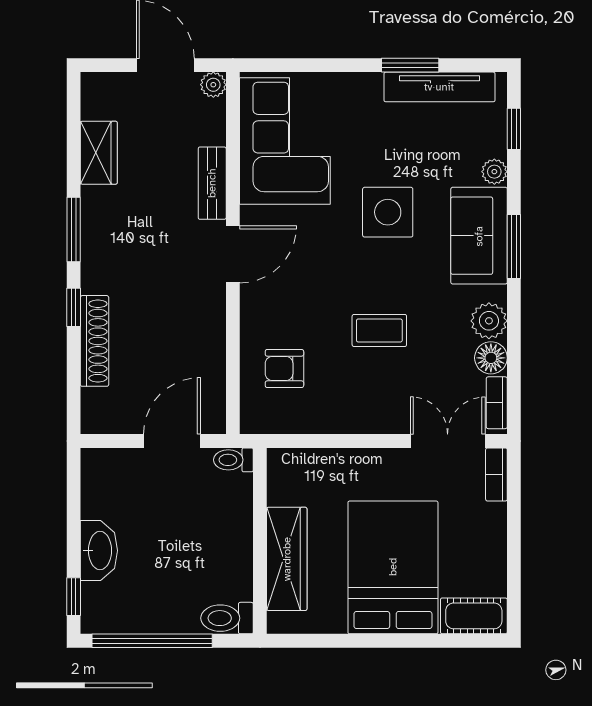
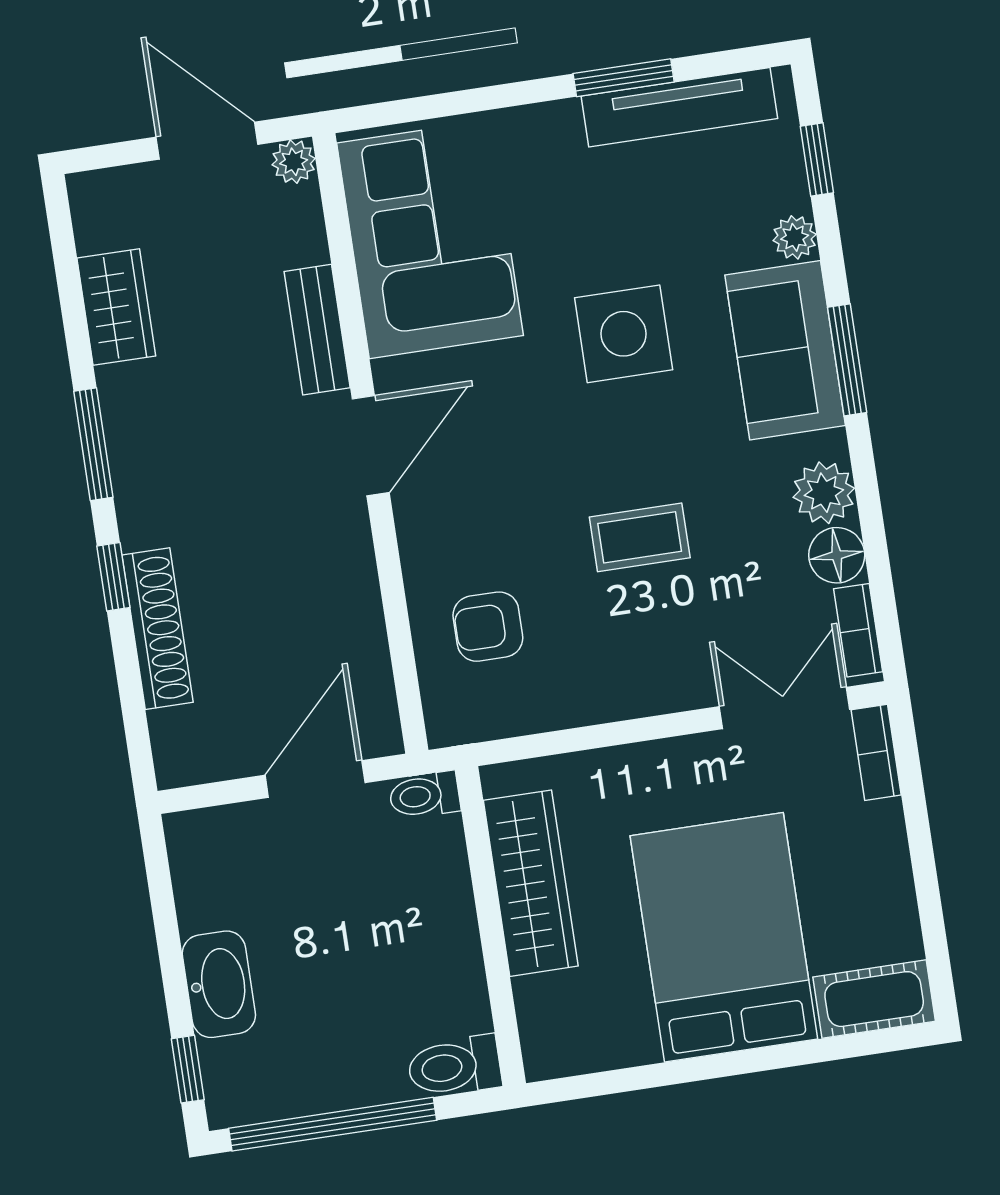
wardrobe: (287, 559) -> (531, 883), moved

